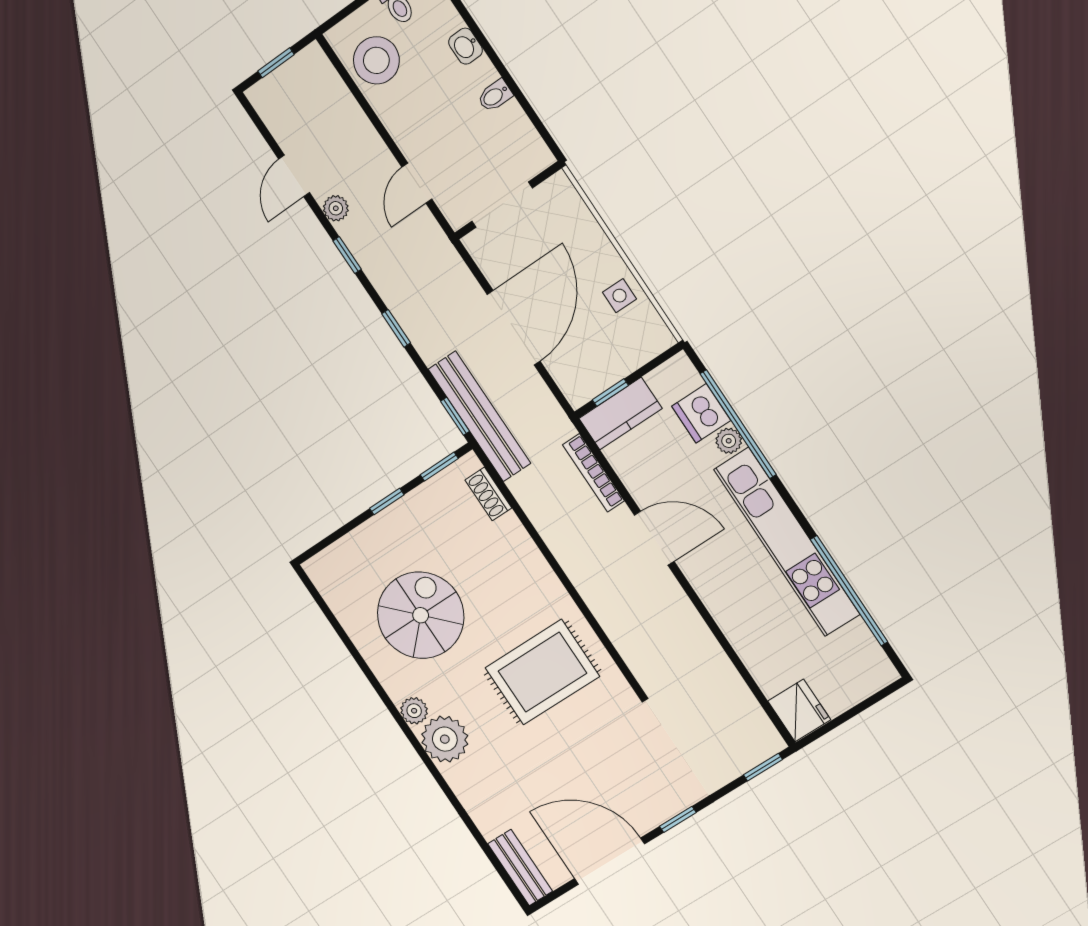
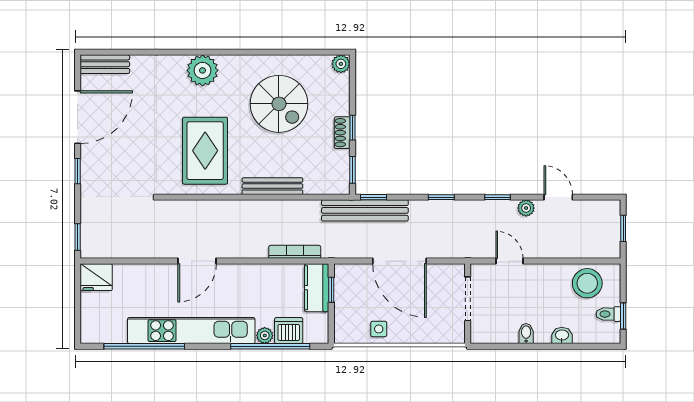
shoe rack: (488, 494) -> (342, 133), moved, turned -90
door: (654, 538) -> (197, 261), moved
bench: (529, 557) -> (272, 186), added
plant: (414, 711) -> (341, 64), moved

